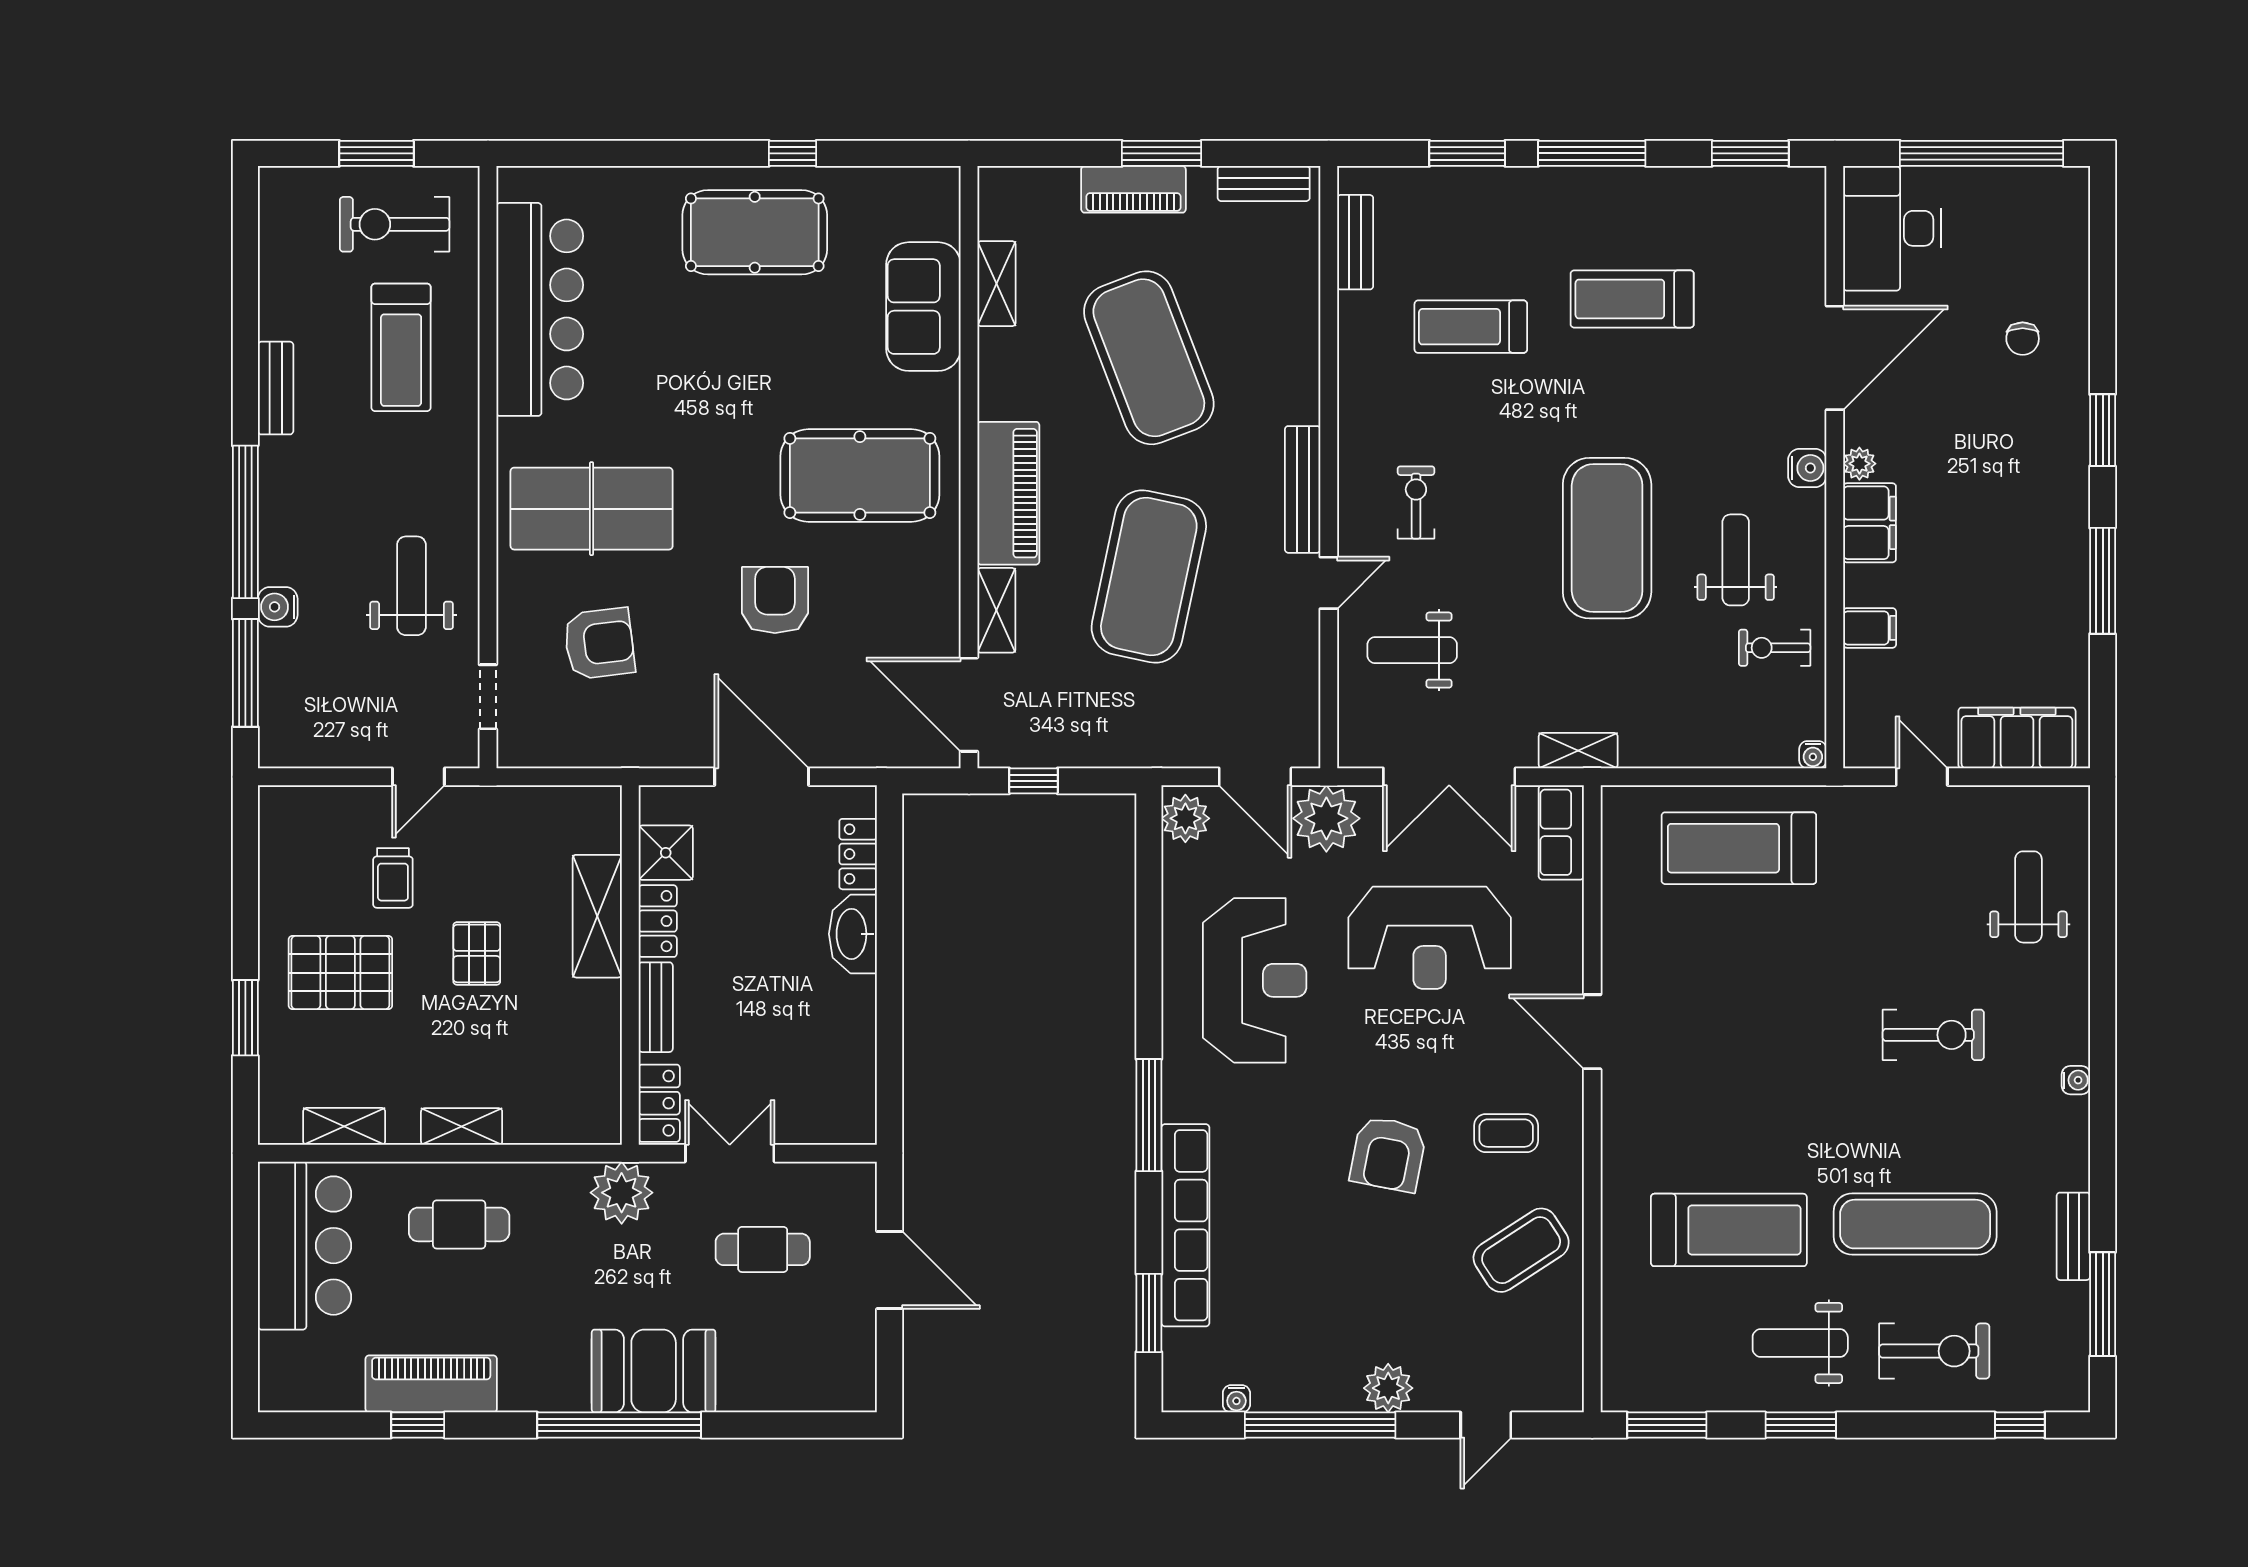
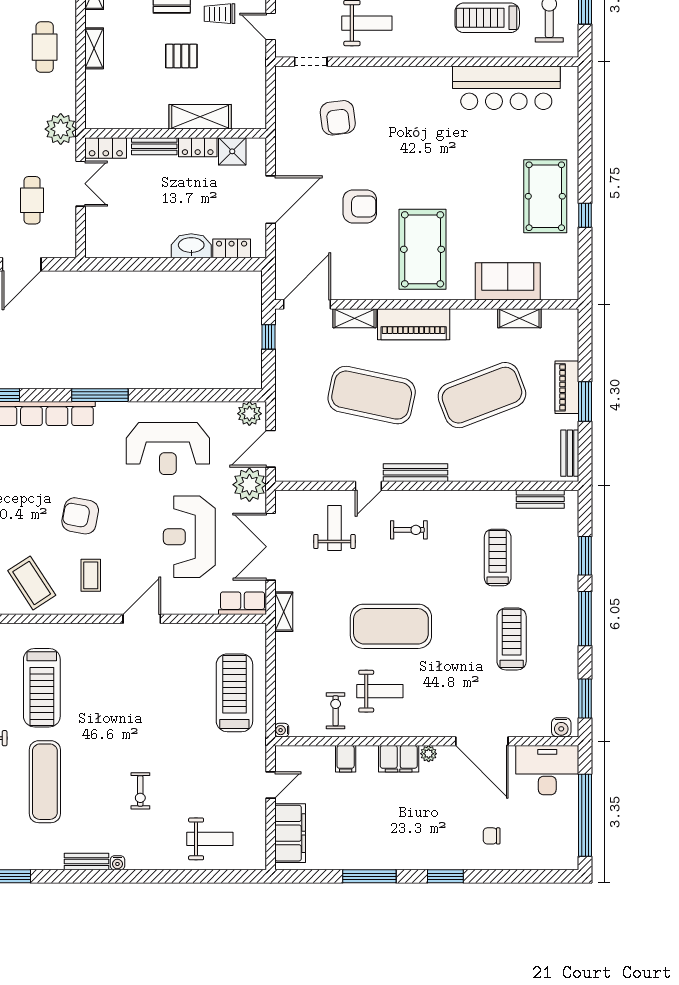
water cooler: (1807, 468) -> (561, 727), moved
table tennis table: (592, 509) -> (406, 114), removed
door: (1329, 583) -> (368, 486), hinge flipped
exercise bike: (1933, 1035) -> (140, 791), width x0.73, depth x0.72
bench: (2073, 1236) -> (87, 862), moved

